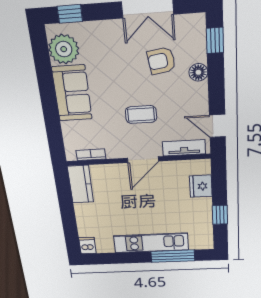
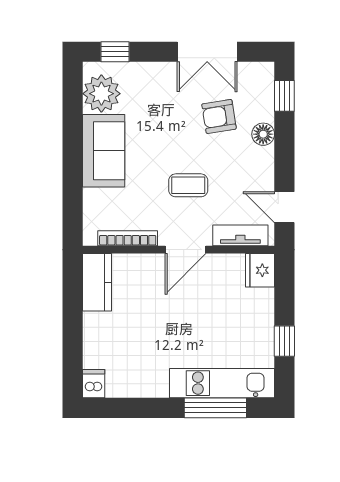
bookcase: (91, 155) -> (128, 238), width x1.56
fridge: (201, 186) -> (260, 270), moved
kitchen unit: (151, 243) -> (222, 383), moved

